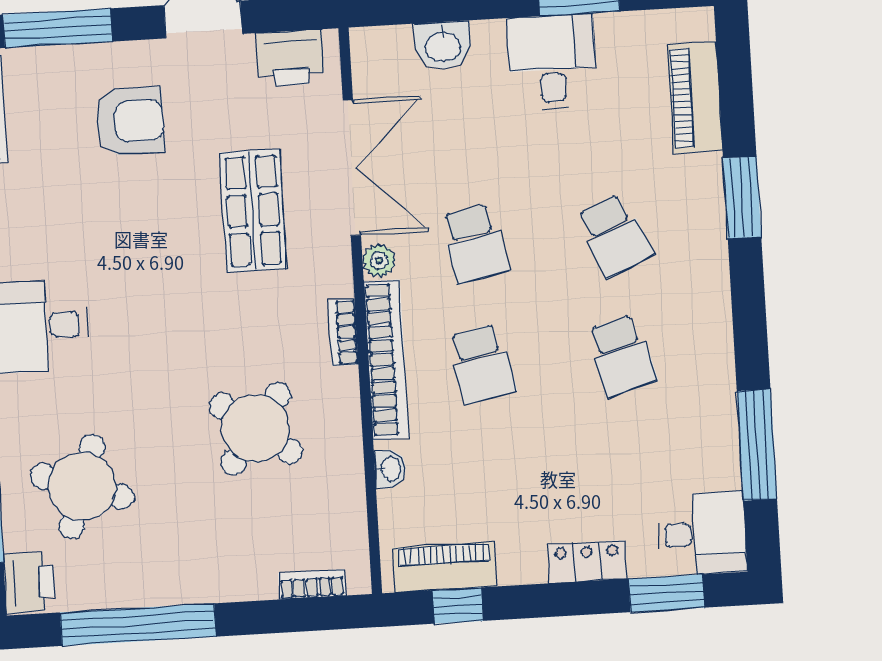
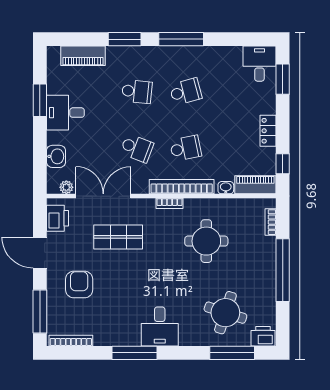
school desk: (614, 235) -> (137, 92), turned 30
school desk: (475, 244) -> (137, 148), turned 33
plant: (379, 261) -> (66, 187), moved
round table: (256, 429) -> (206, 241), turned -37
window: (757, 445) -> (181, 39), moved
locker: (587, 562) -> (268, 131), moved
piano: (444, 567) -> (255, 185), moved, turned 90
window: (138, 625) -> (283, 270), moved

